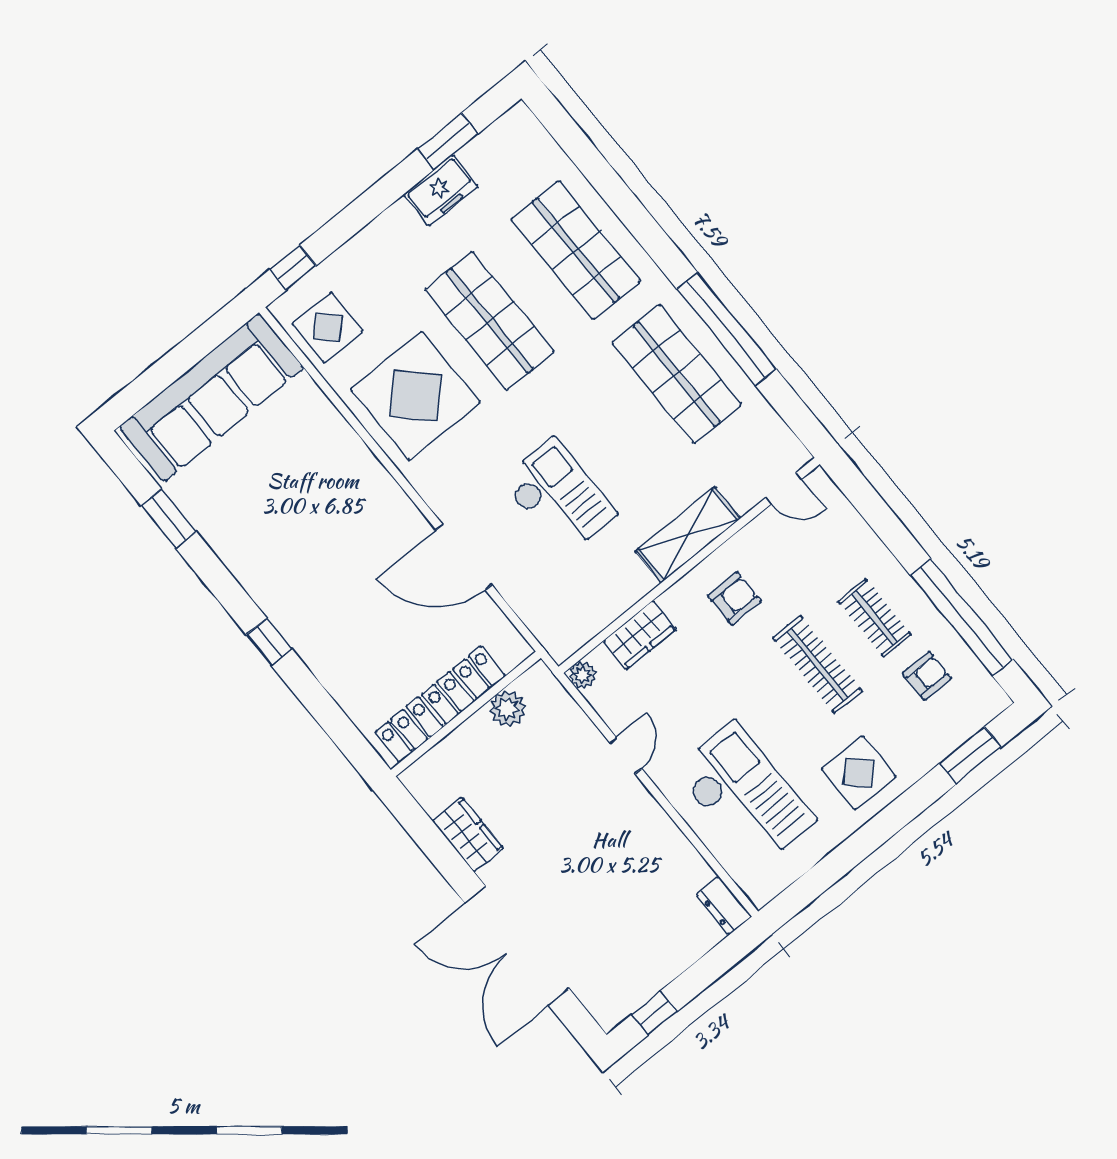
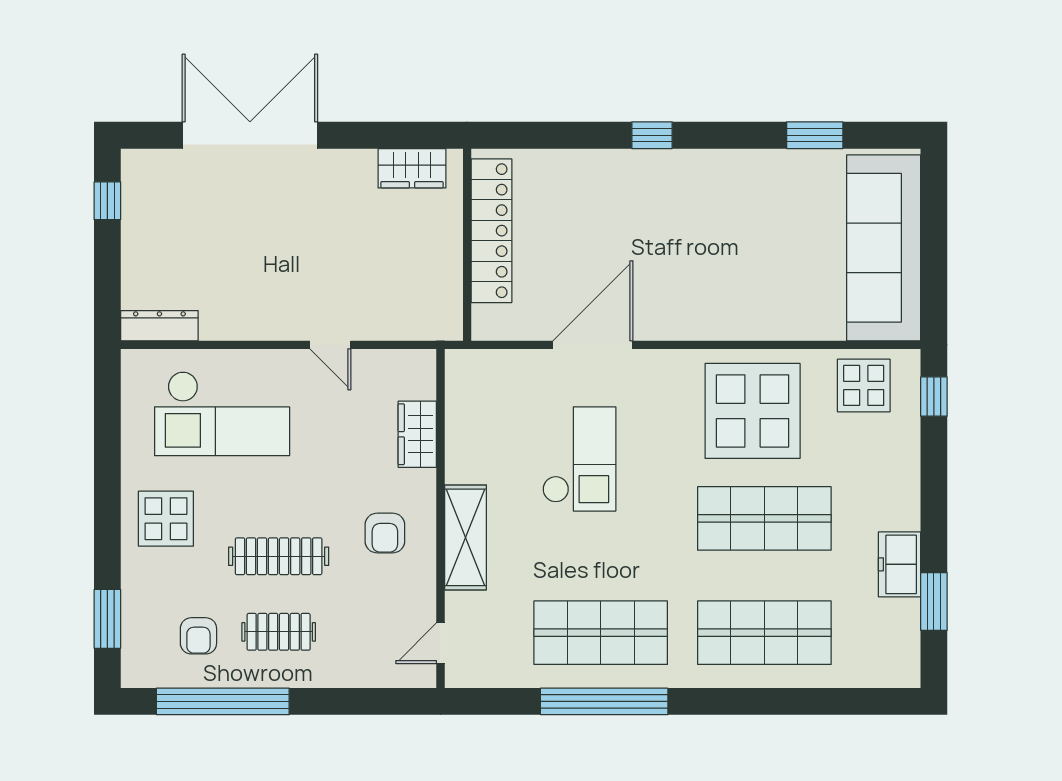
checkout: (559, 497) -> (579, 459), turned -90
plant: (583, 675) -> (422, 363), removed
plant: (508, 709) -> (444, 281), removed
wardrobe: (468, 835) -> (412, 168), moved
dresser: (724, 906) -> (159, 326), width x1.44

